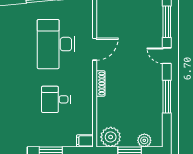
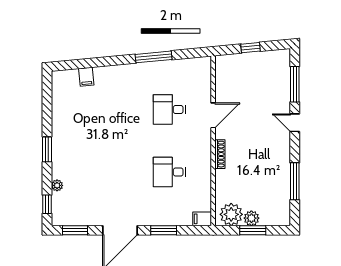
desk: (56, 44) -> (169, 110), width x0.53, depth x0.77
window: (167, 97) -> (295, 181), moved
plant: (144, 140) -> (251, 218), moved

